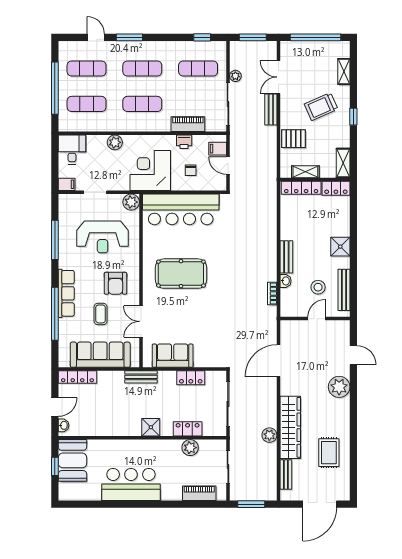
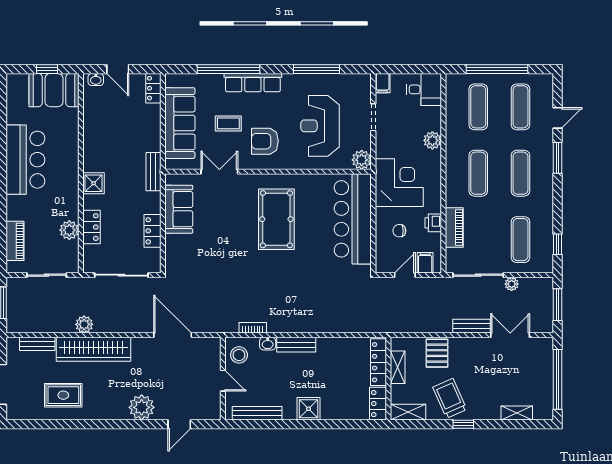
trolley: (321, 107) -> (450, 398), moved
stool: (318, 287) -> (239, 355), moved
locker: (77, 377) -> (153, 88), width x0.66

